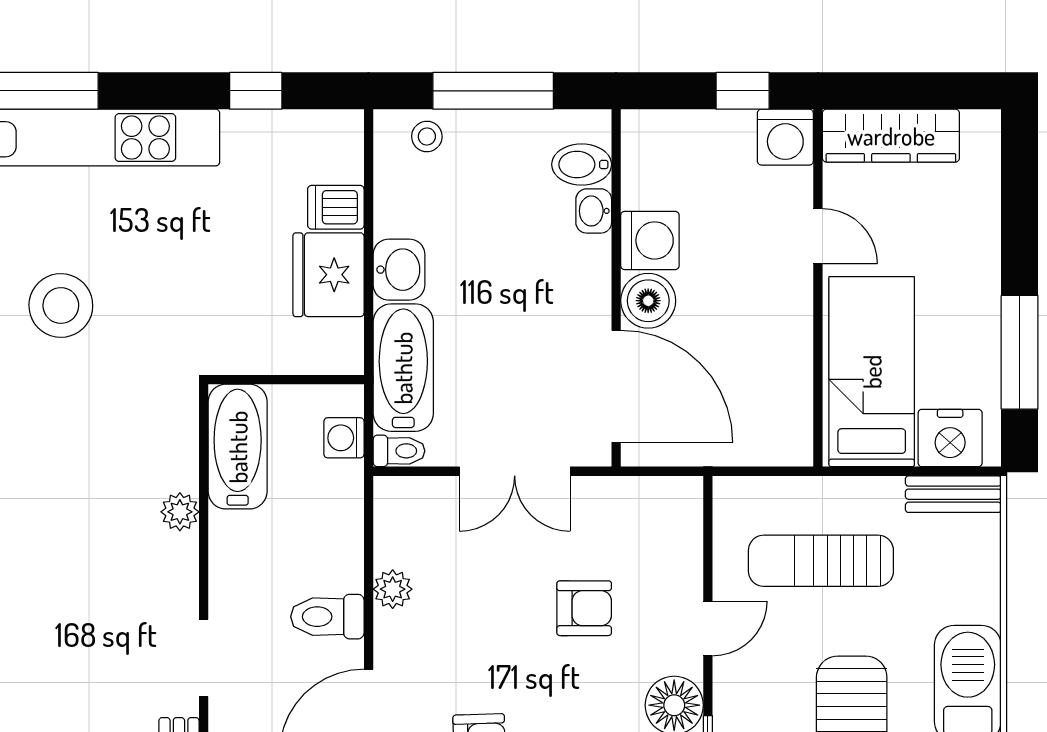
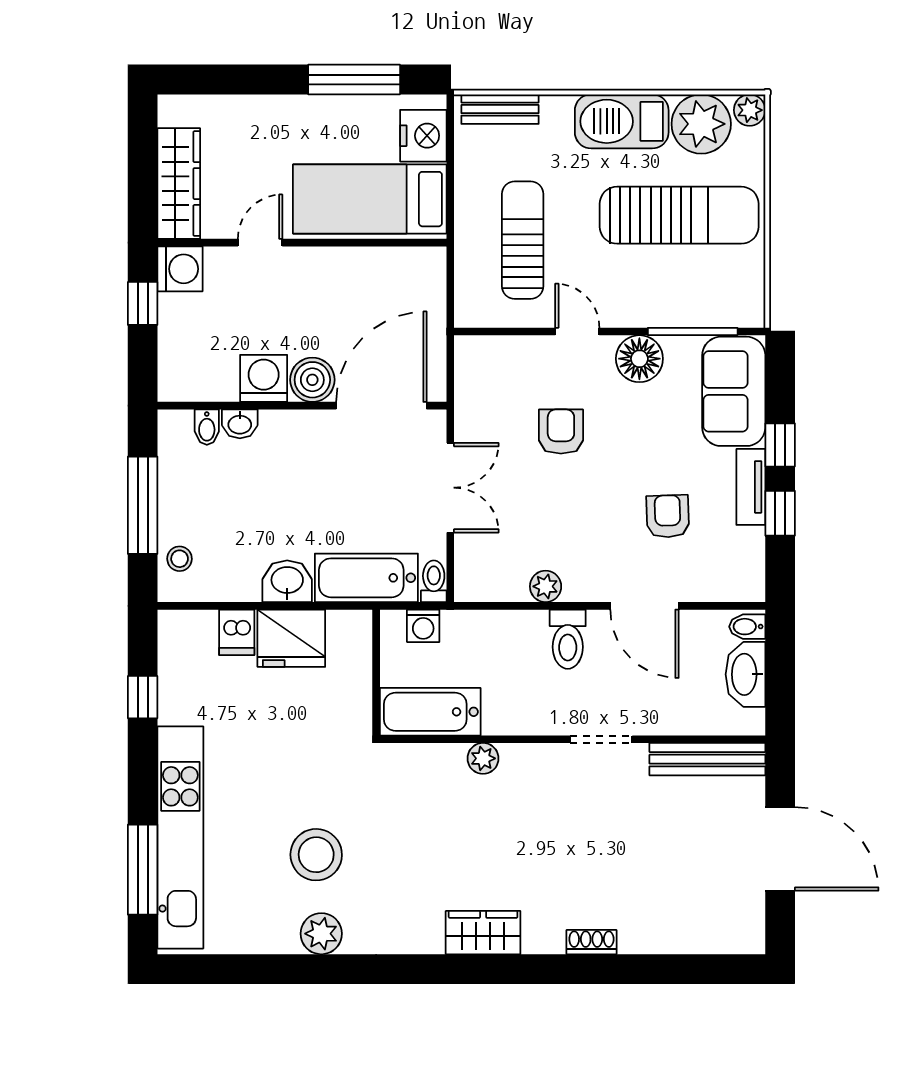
bidet: (582, 164) -> (207, 427), width x0.72, depth x0.74
bench: (953, 494) -> (500, 109), moved, turned 90
sun lounger: (821, 561) -> (523, 240), turned 180

